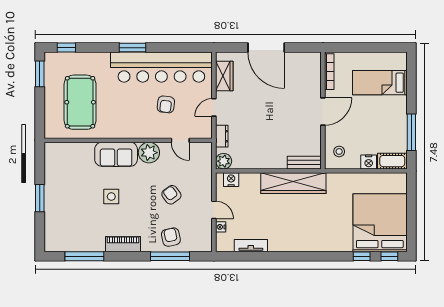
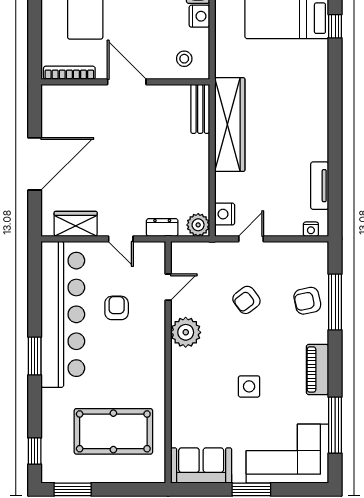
armchair: (166, 104) -> (117, 308), turned -97
sofa: (116, 154) -> (201, 465), moved, turned -90
door: (214, 210) -> (251, 239), moved
corner sofa: (65, 223) -> (287, 454), added
nightstand: (221, 227) -> (311, 229), moved

